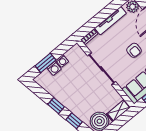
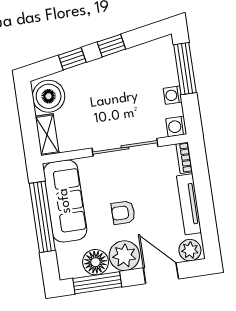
window: (46, 63) -> (185, 69), width x1.44
washing machine: (54, 68) -> (176, 126), moved

